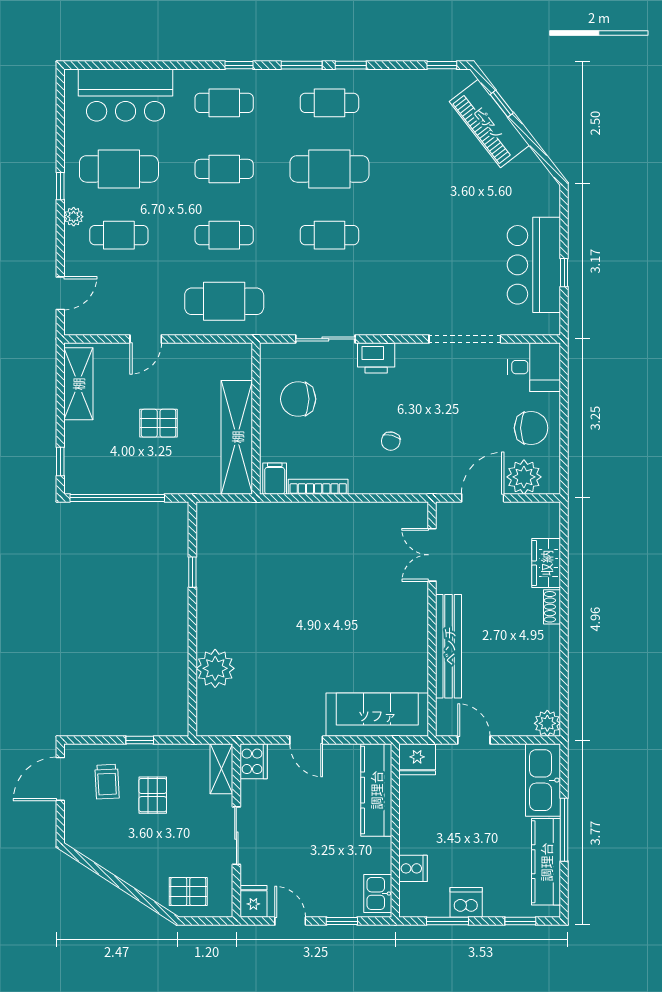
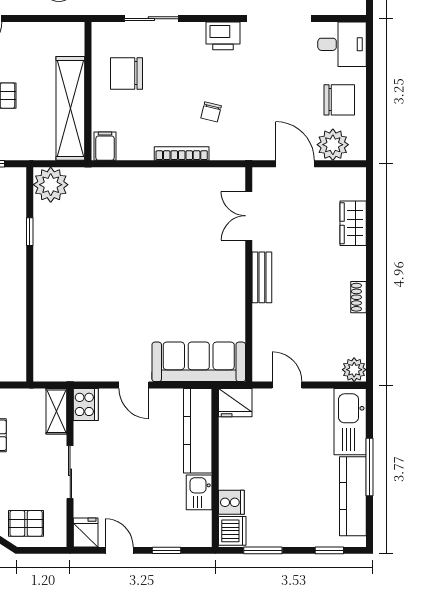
printer: (376, 358) -> (223, 36), moved
bookcase: (318, 487) -> (182, 154), moved
door: (483, 498) -> (295, 164), hinge flipped
shoe rack: (552, 607) -> (358, 297), moved
bench: (449, 646) -> (262, 277), width x0.54, depth x0.82
plant: (215, 668) -> (51, 185), moved
kitchen sink: (378, 894) -> (199, 492), moved
dishwasher: (466, 902) -> (232, 531), moved, turned 90

